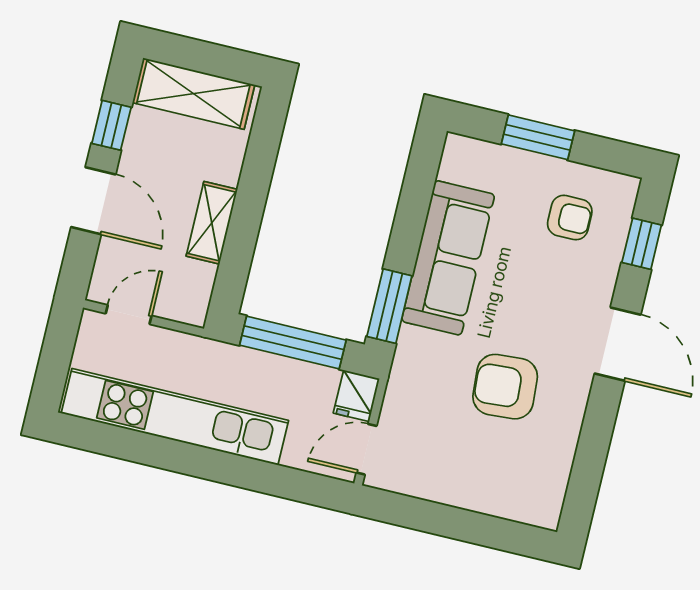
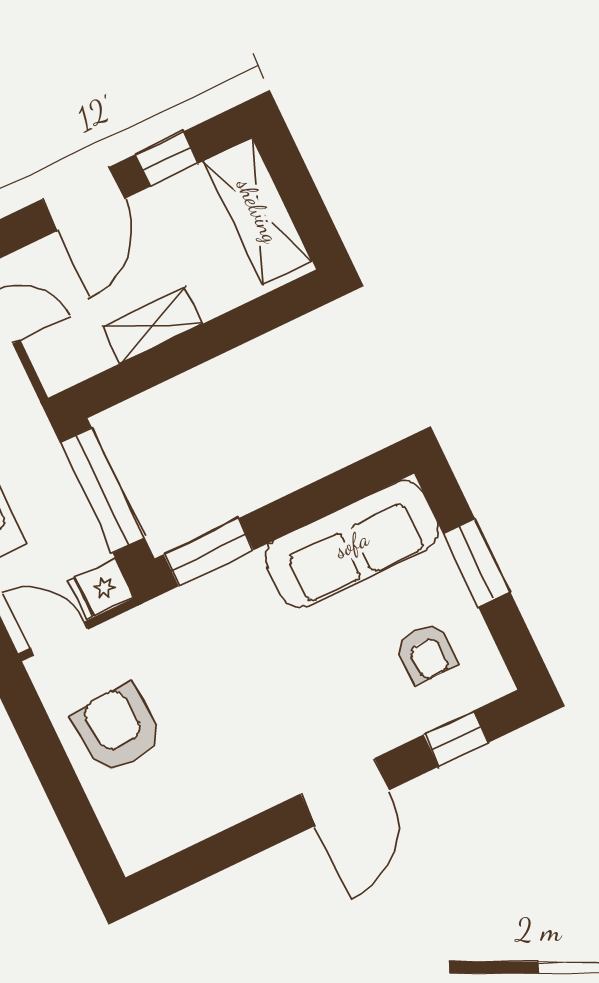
sofa: (448, 258) -> (352, 544), moved
armchair: (505, 387) -> (118, 729), moved

